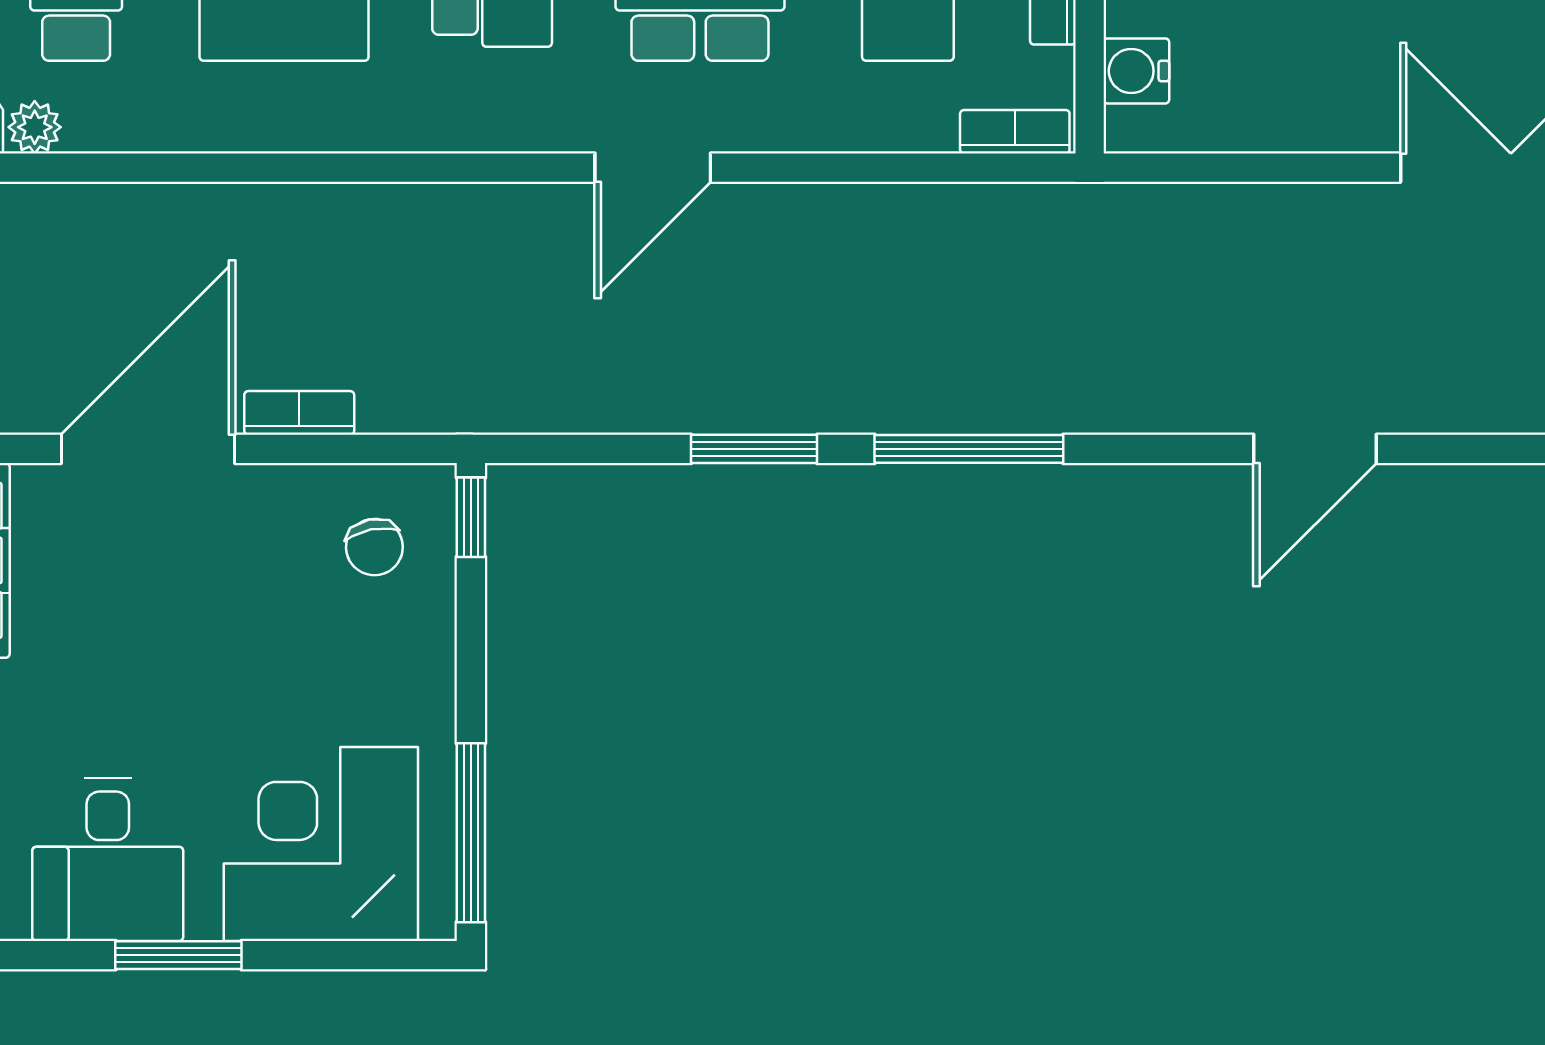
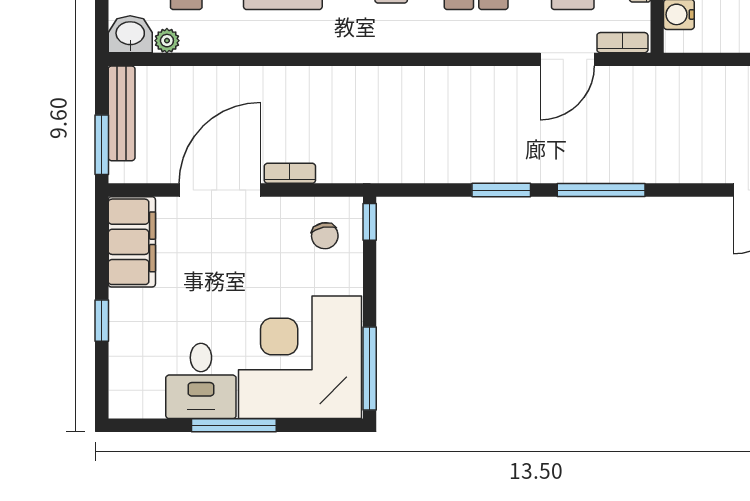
door: (653, 168) -> (567, 59), moved
corner desk: (321, 844) -> (300, 357), width x1.36, depth x1.36
window: (178, 955) -> (234, 425), width x1.44

